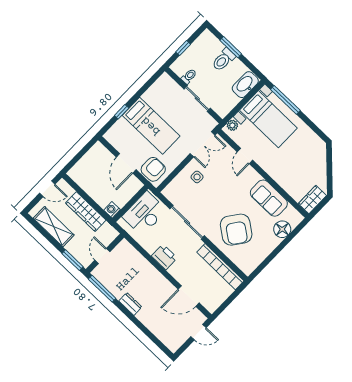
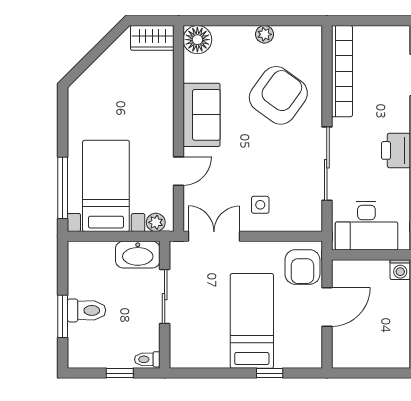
toilet: (189, 76) -> (147, 359), moved
washbasin: (245, 85) -> (138, 255), moved
armchair: (153, 169) -> (302, 267), turned -90
sofa: (269, 198) -> (202, 115), moved
floor lamp: (282, 229) -> (197, 40), moved
plant: (268, 249) -> (264, 34), added

